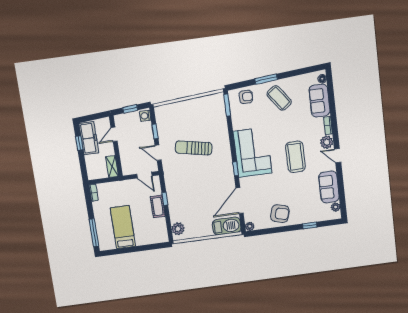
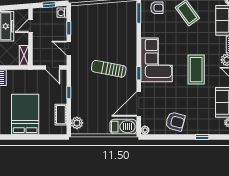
sun lounger: (194, 148) -> (109, 69), moved
cot: (158, 206) -> (61, 115), moved
bed: (123, 227) -> (25, 114), width x1.50

